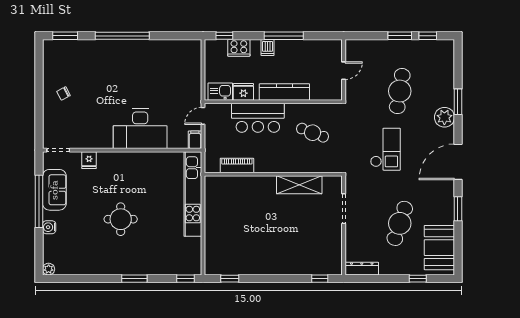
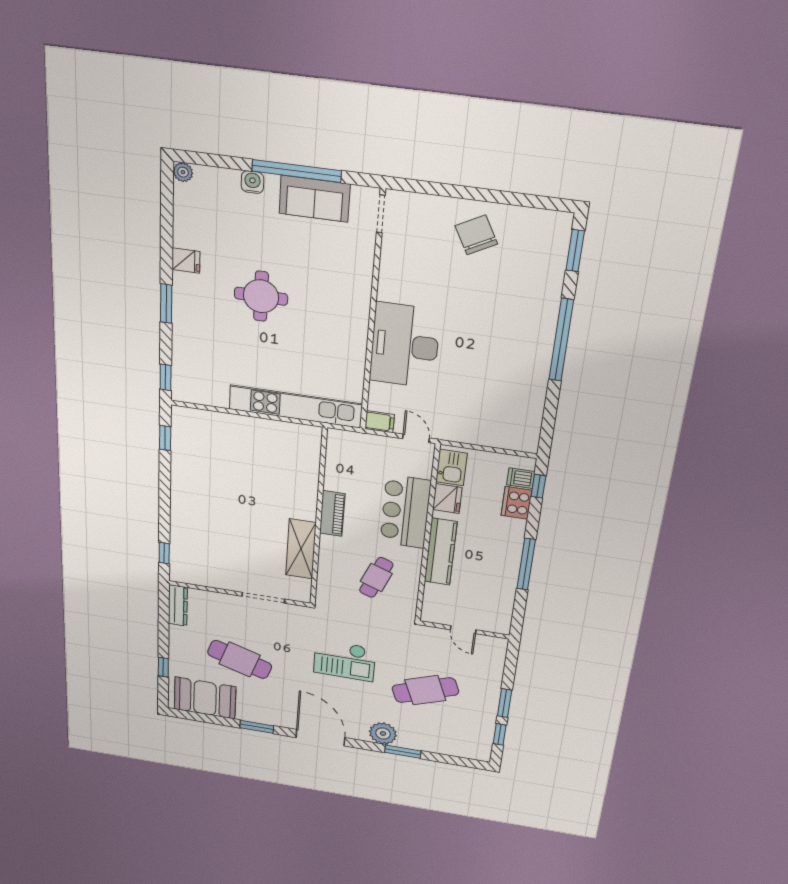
dishwasher: (267, 48) -> (521, 478), moved
cafe table: (400, 91) -> (425, 690), turned -30
chair: (64, 93) -> (476, 235), width x1.87, depth x1.87
fridge: (89, 160) -> (186, 261), moved, turned 180
piano: (237, 165) -> (332, 514), moved

